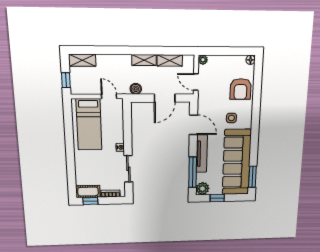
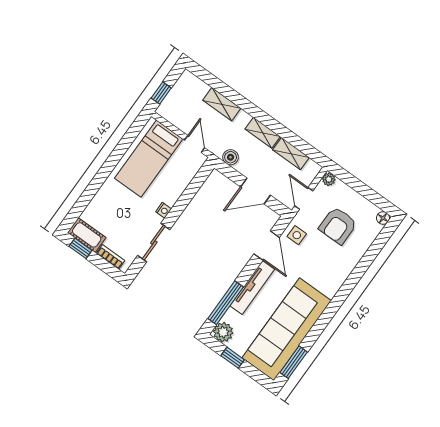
shelving: (82, 60) -> (222, 104), moved
armchair: (241, 89) -> (338, 226), moved
side table: (231, 118) -> (297, 235), moved

